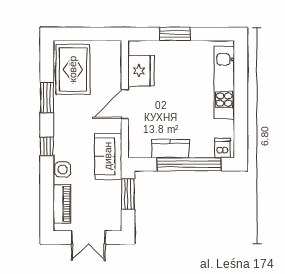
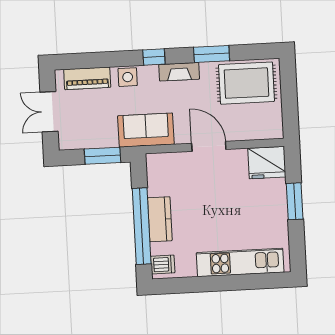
fridge: (141, 71) -> (267, 163), moved
fireplace: (60, 126) -> (179, 72), added
kitchen counter: (170, 149) -> (160, 219), moved

